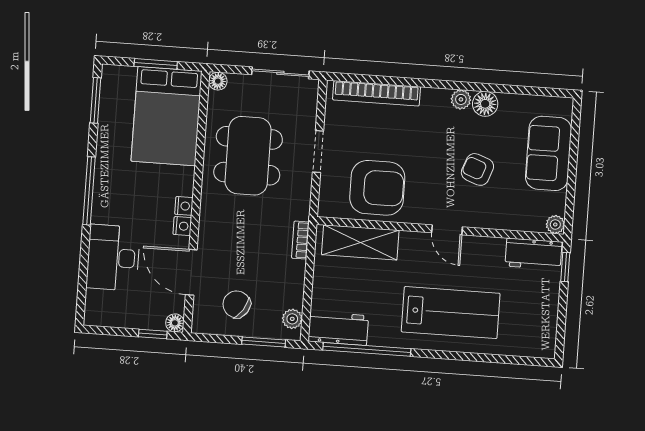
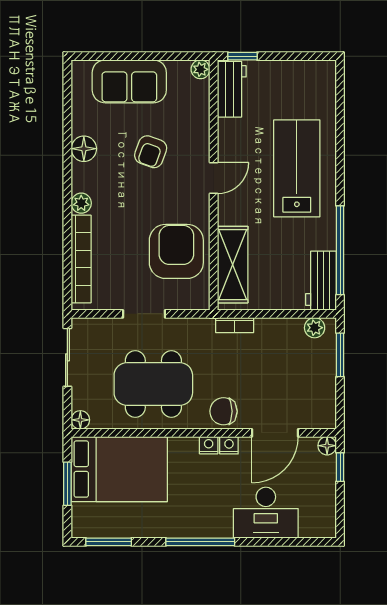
plant: (461, 99) -> (81, 203), moved
chair: (237, 304) -> (223, 411), moved, turned 57

